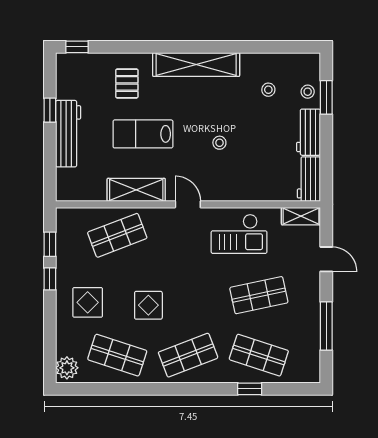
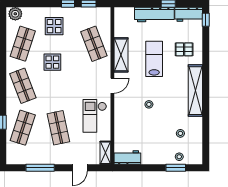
workbench: (308, 132) -> (189, 14), moved, turned 180

